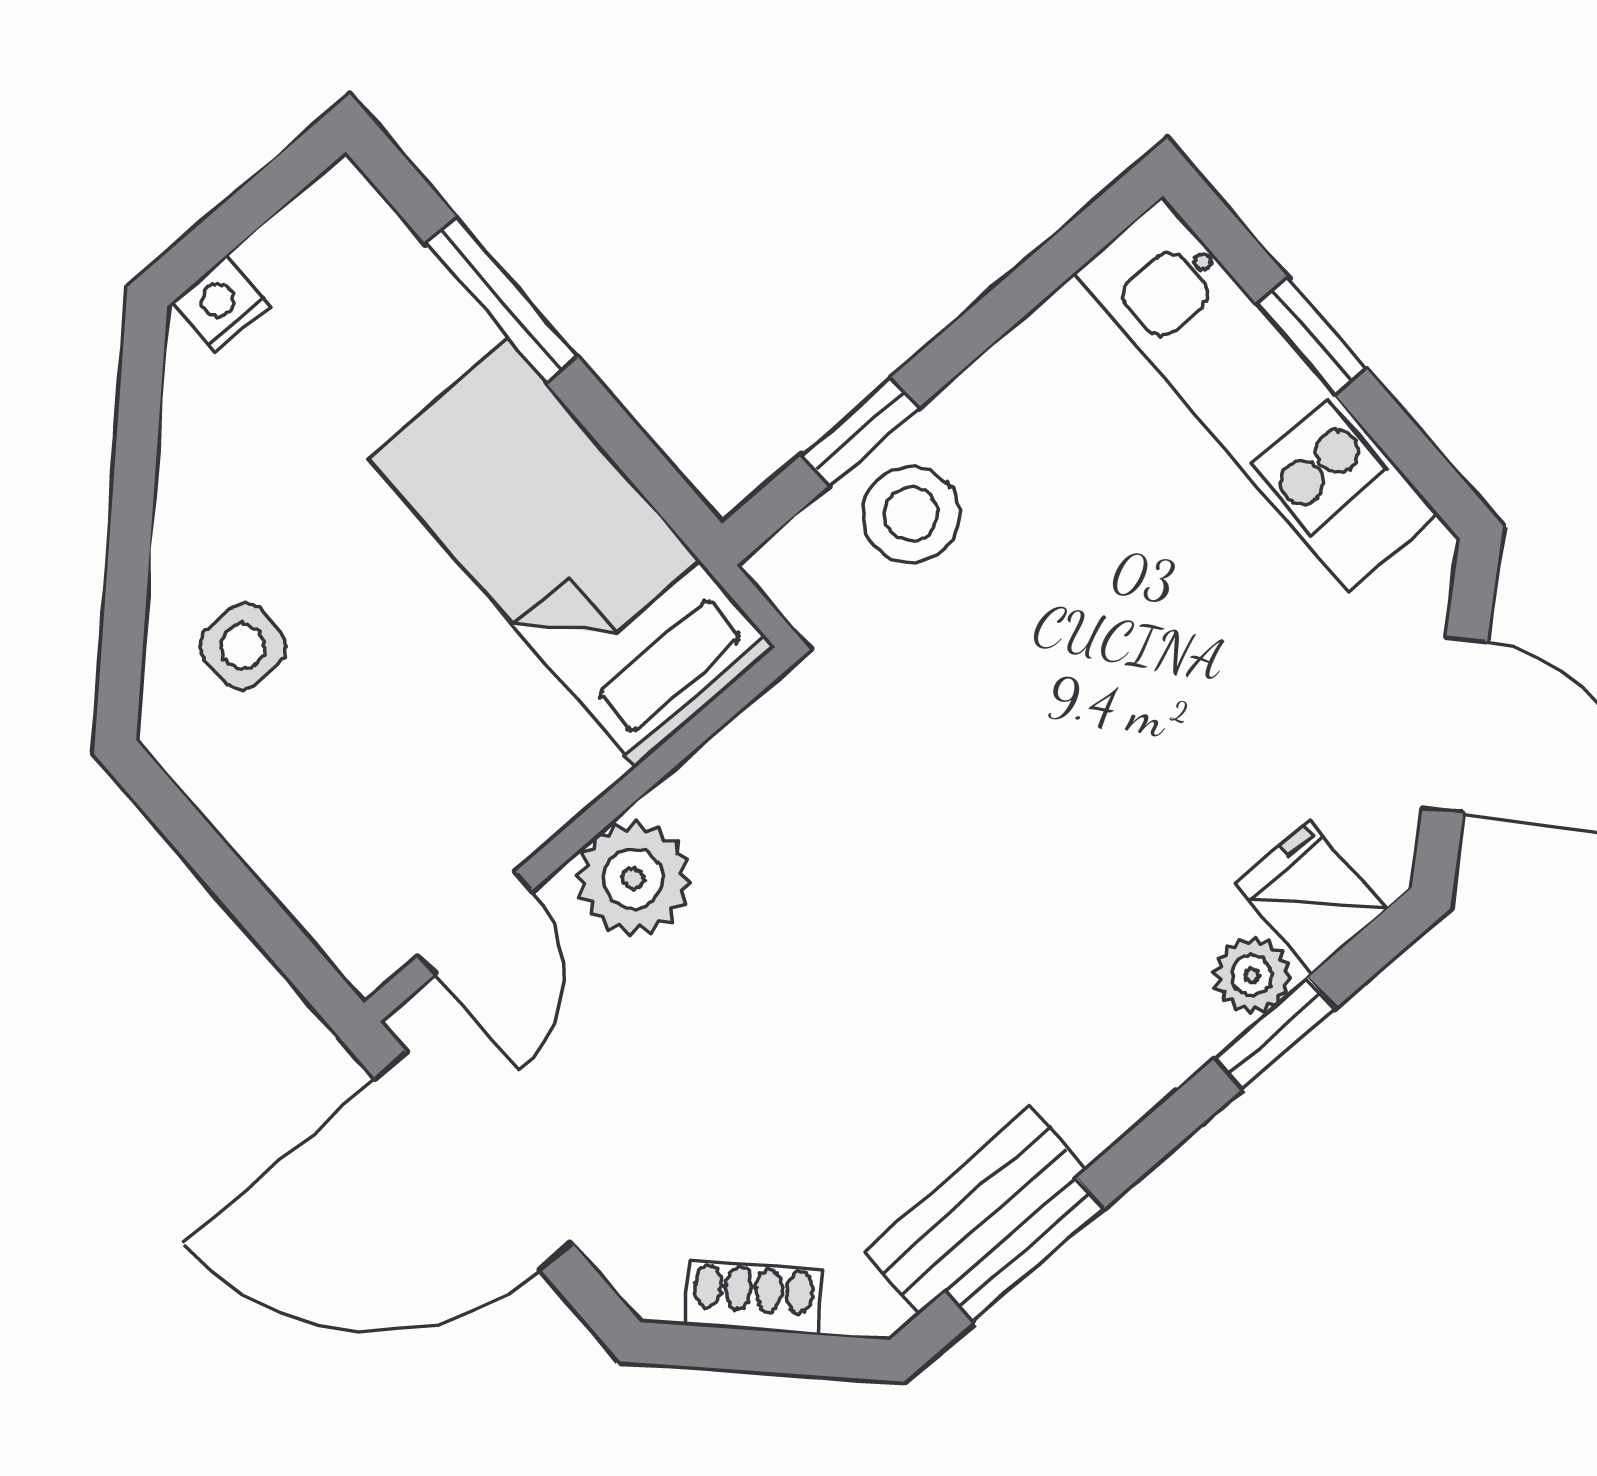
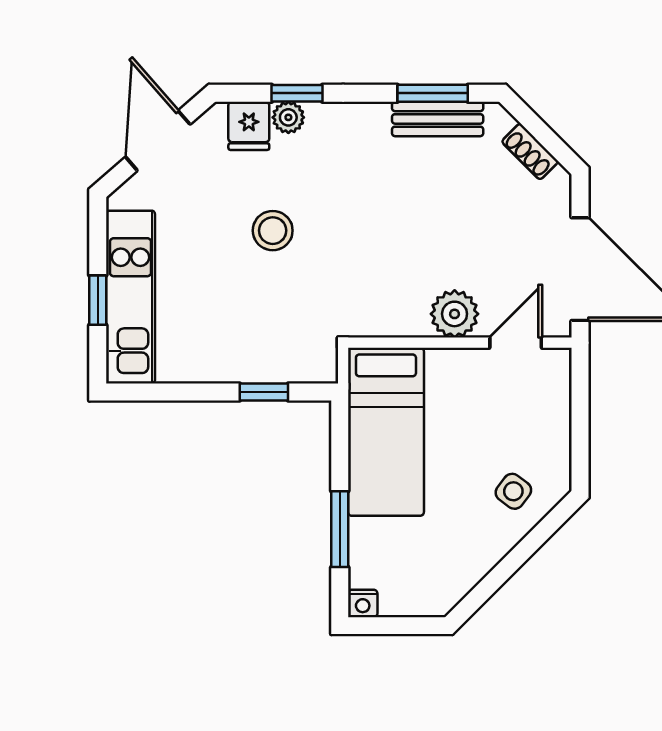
nightstand: (221, 304) -> (363, 603), moved
stool: (911, 515) -> (273, 231), moved
side table: (243, 646) -> (513, 491), turned 37

